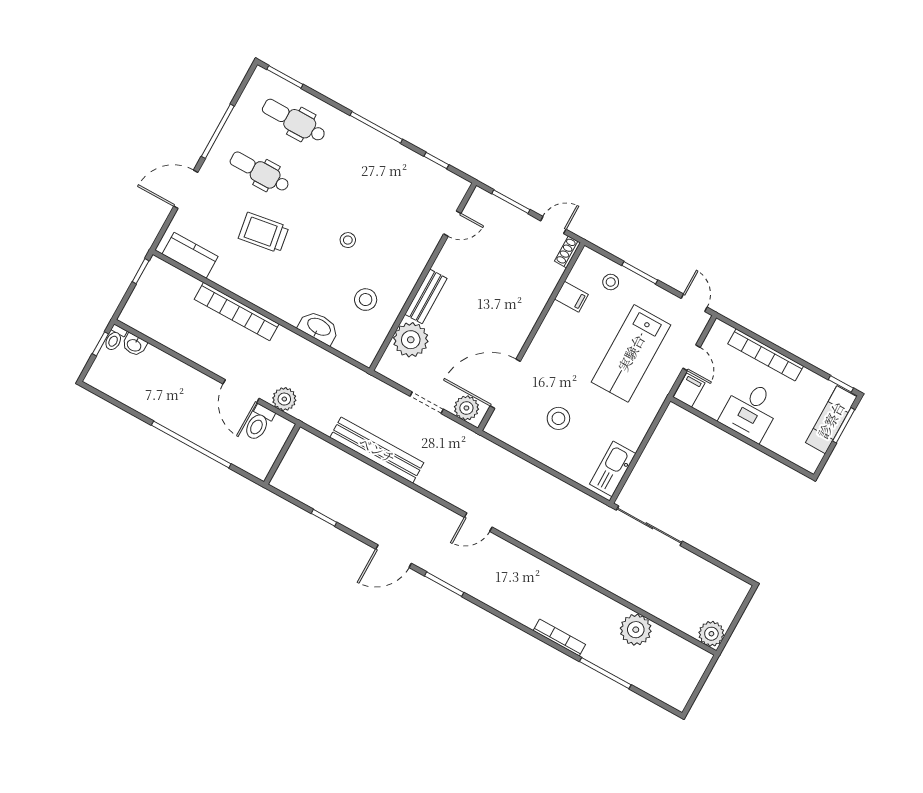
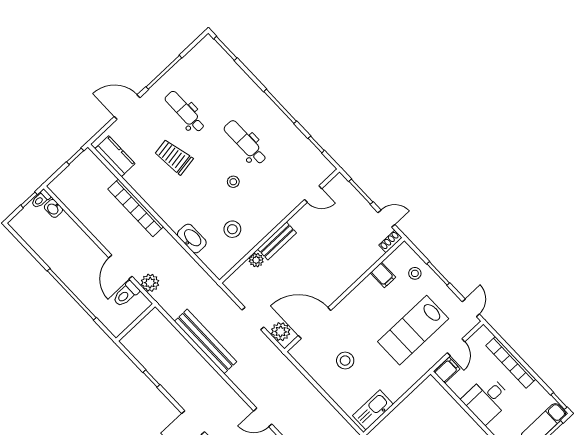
dental chair: (294, 120) -> (245, 142), moved
plant: (411, 340) -> (256, 260), width x0.53, depth x0.53

